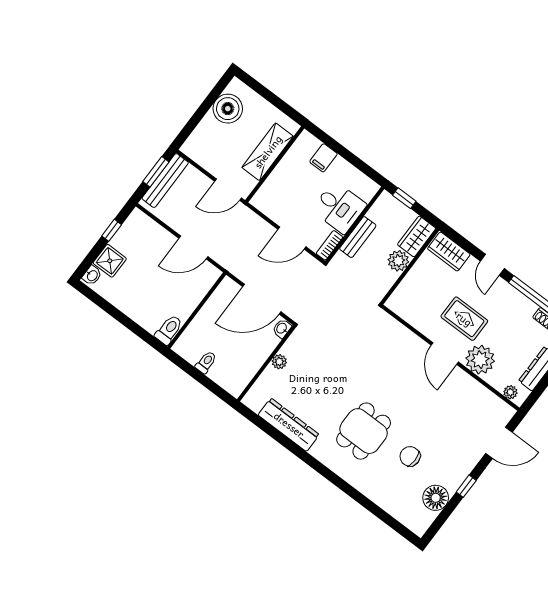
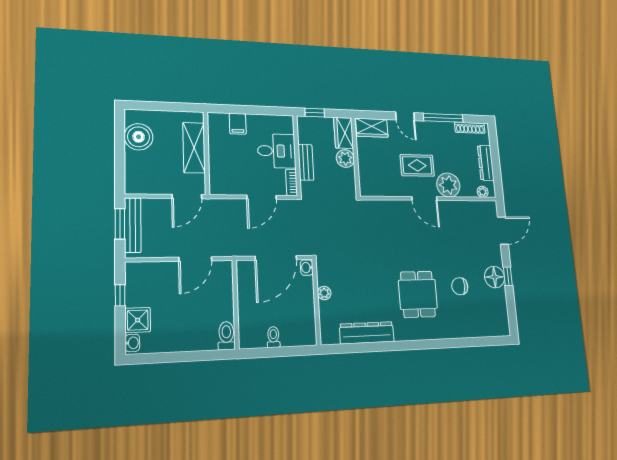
floor lamp: (436, 498) -> (495, 277), moved

